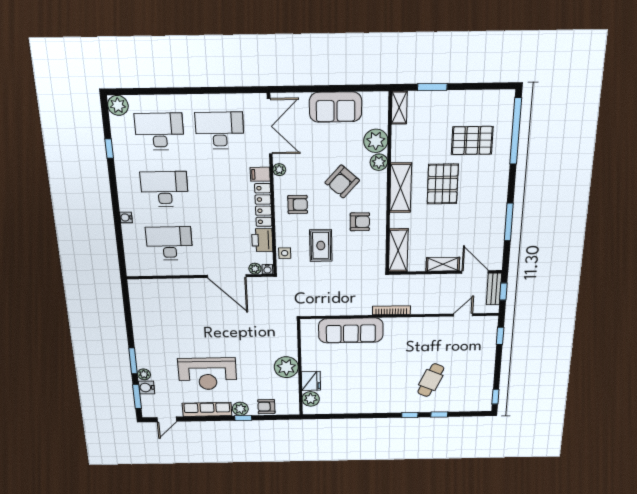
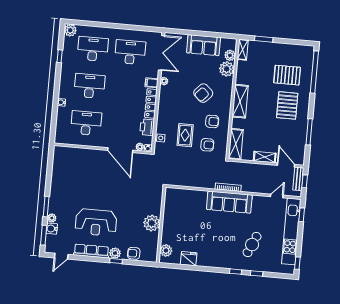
plant: (379, 162) -> (230, 55), moved
pallet: (443, 184) -> (287, 105), moved
armchair: (298, 205) -> (207, 145), moved
sofa: (351, 330) -> (229, 202), moved
kitchen unit: (486, 358) -> (291, 231), added
fridge: (311, 381) -> (189, 259), moved, turned -90

